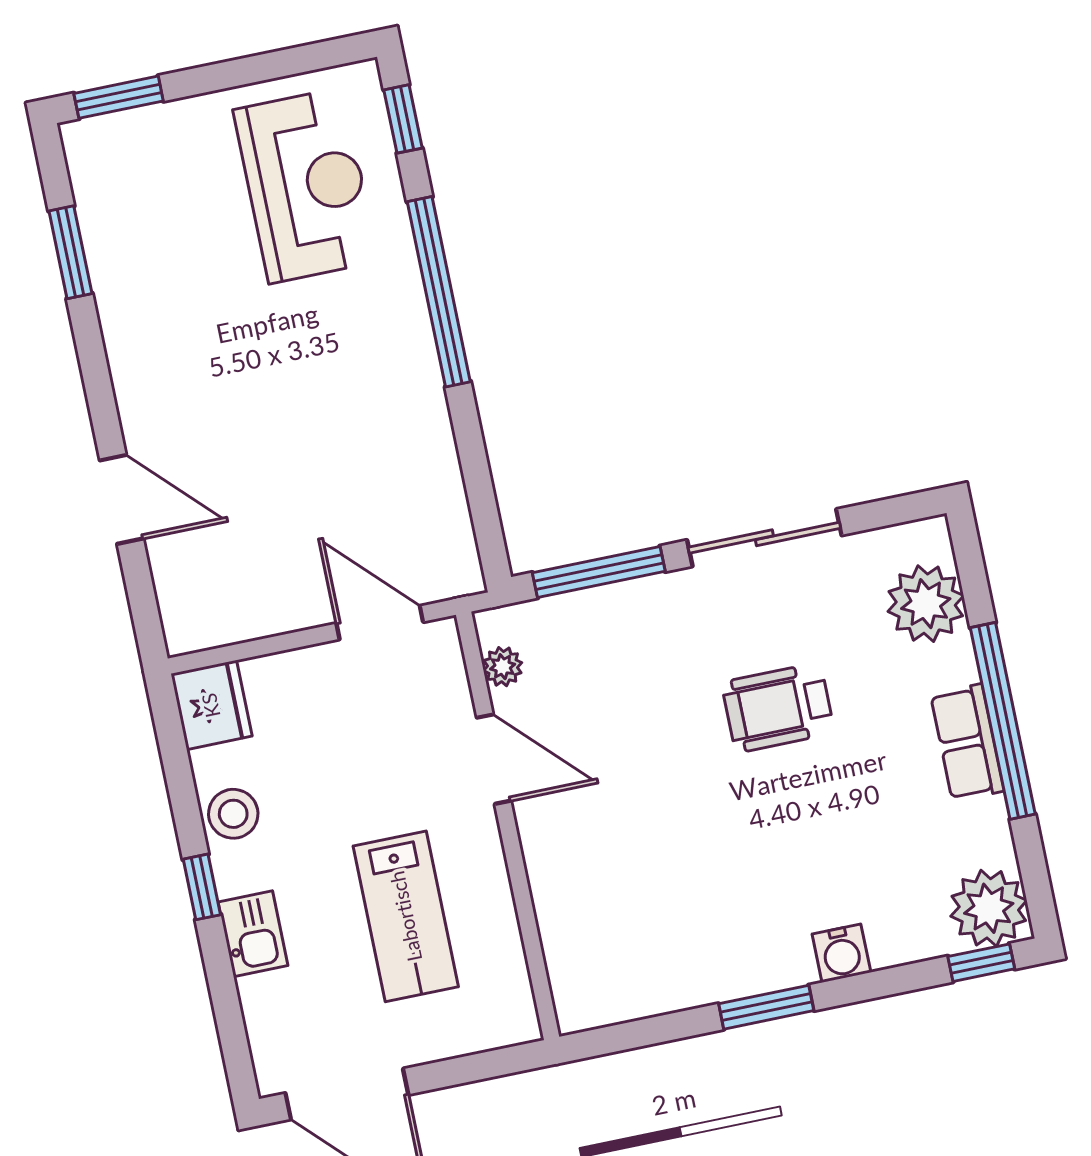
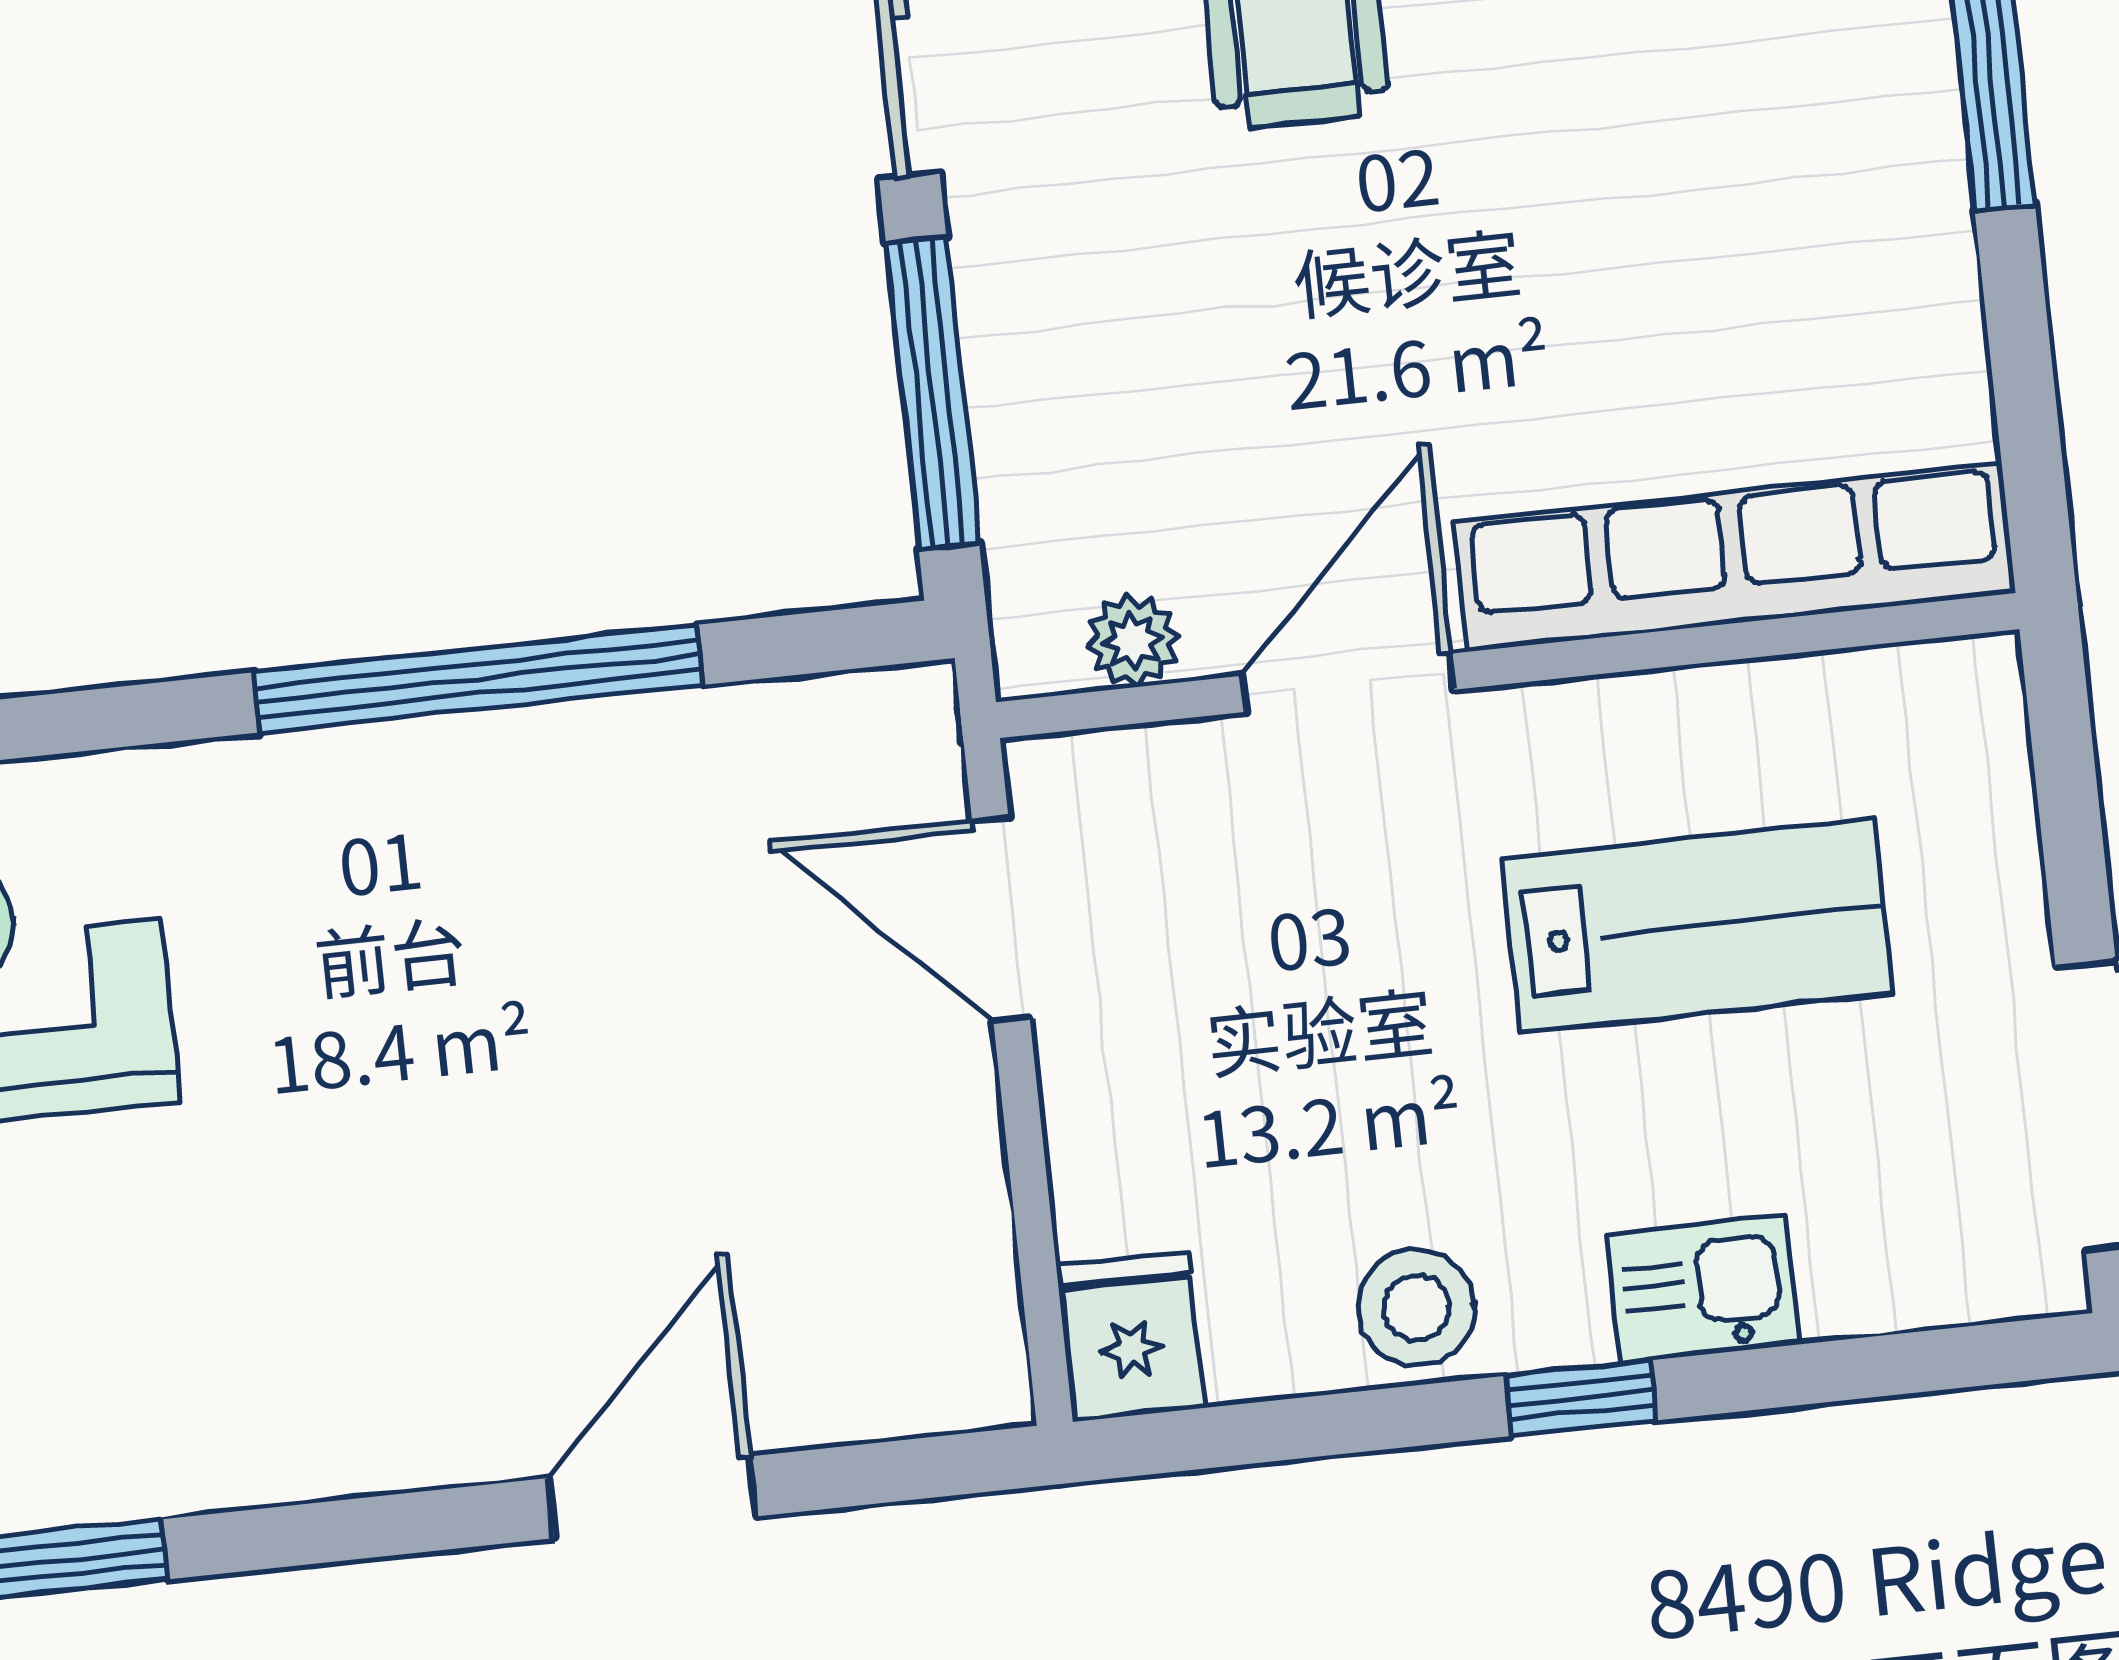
window: (439, 292) -> (478, 679), moved
door: (380, 623) -> (1001, 919), hinge flipped
fridge: (211, 705) -> (1130, 1336), width x0.72
row of seats: (563, 917) -> (1734, 557), added

